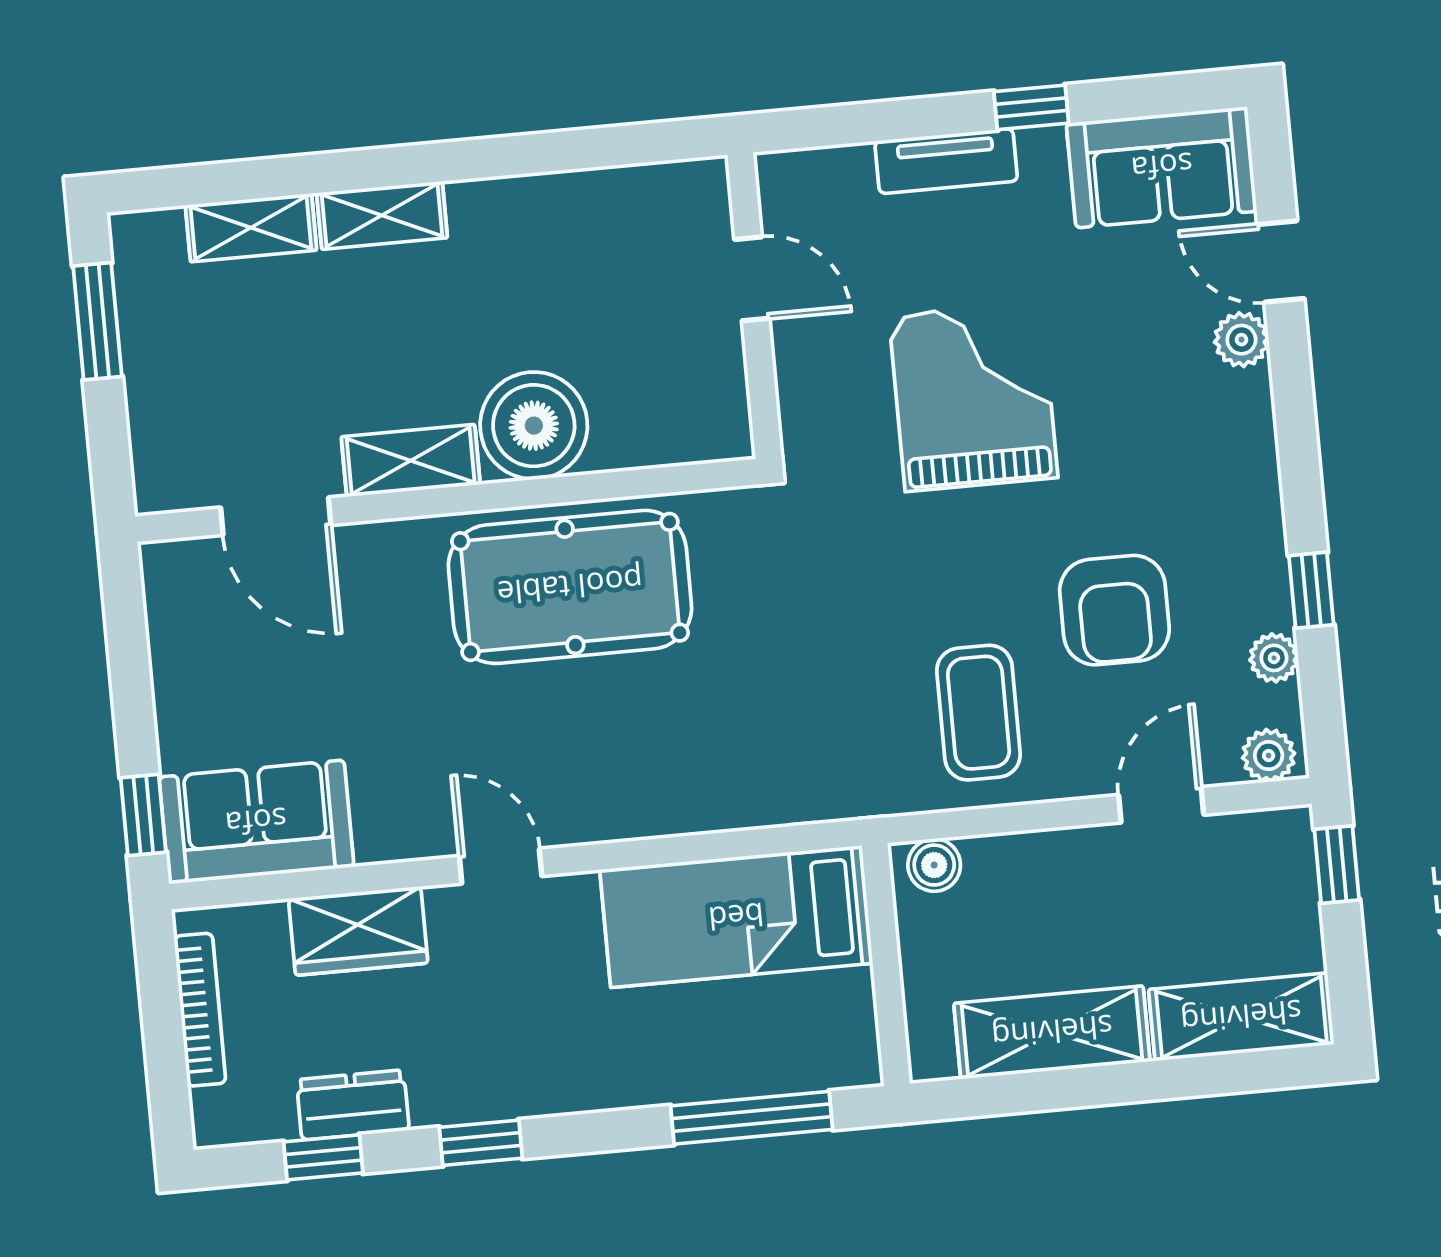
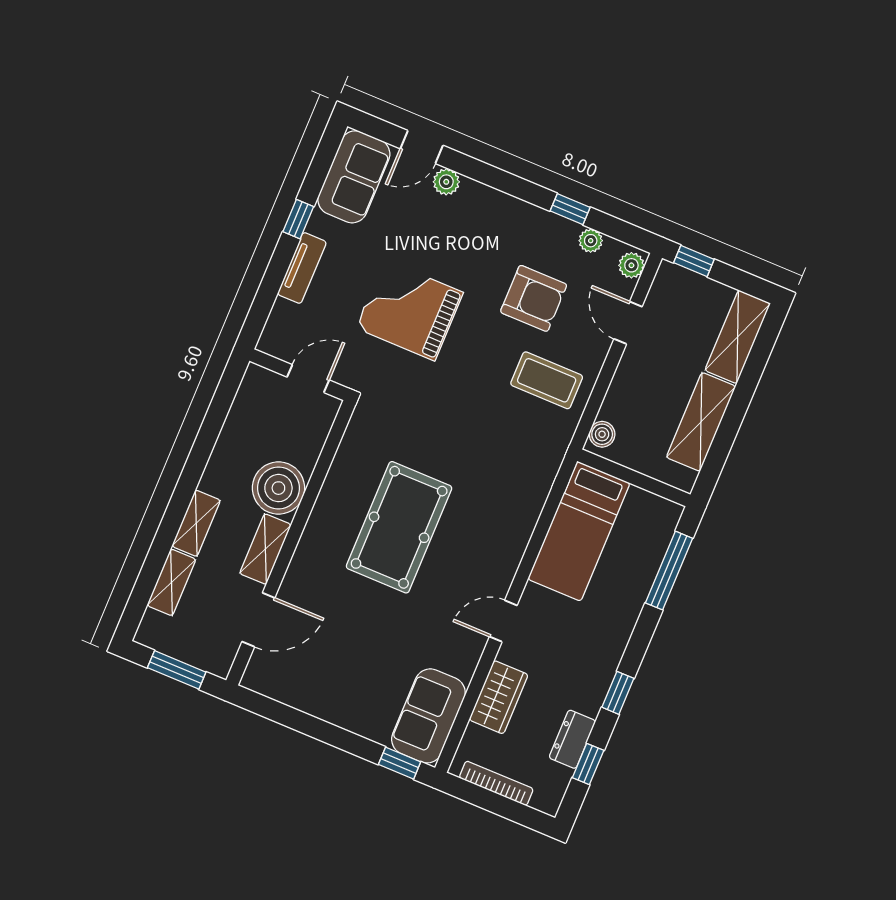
boiler: (534, 426) -> (278, 488), moved
shelving: (411, 461) -> (265, 549), moved
wall: (446, 500) -> (291, 543), moved
door: (276, 516) -> (258, 620), moved

